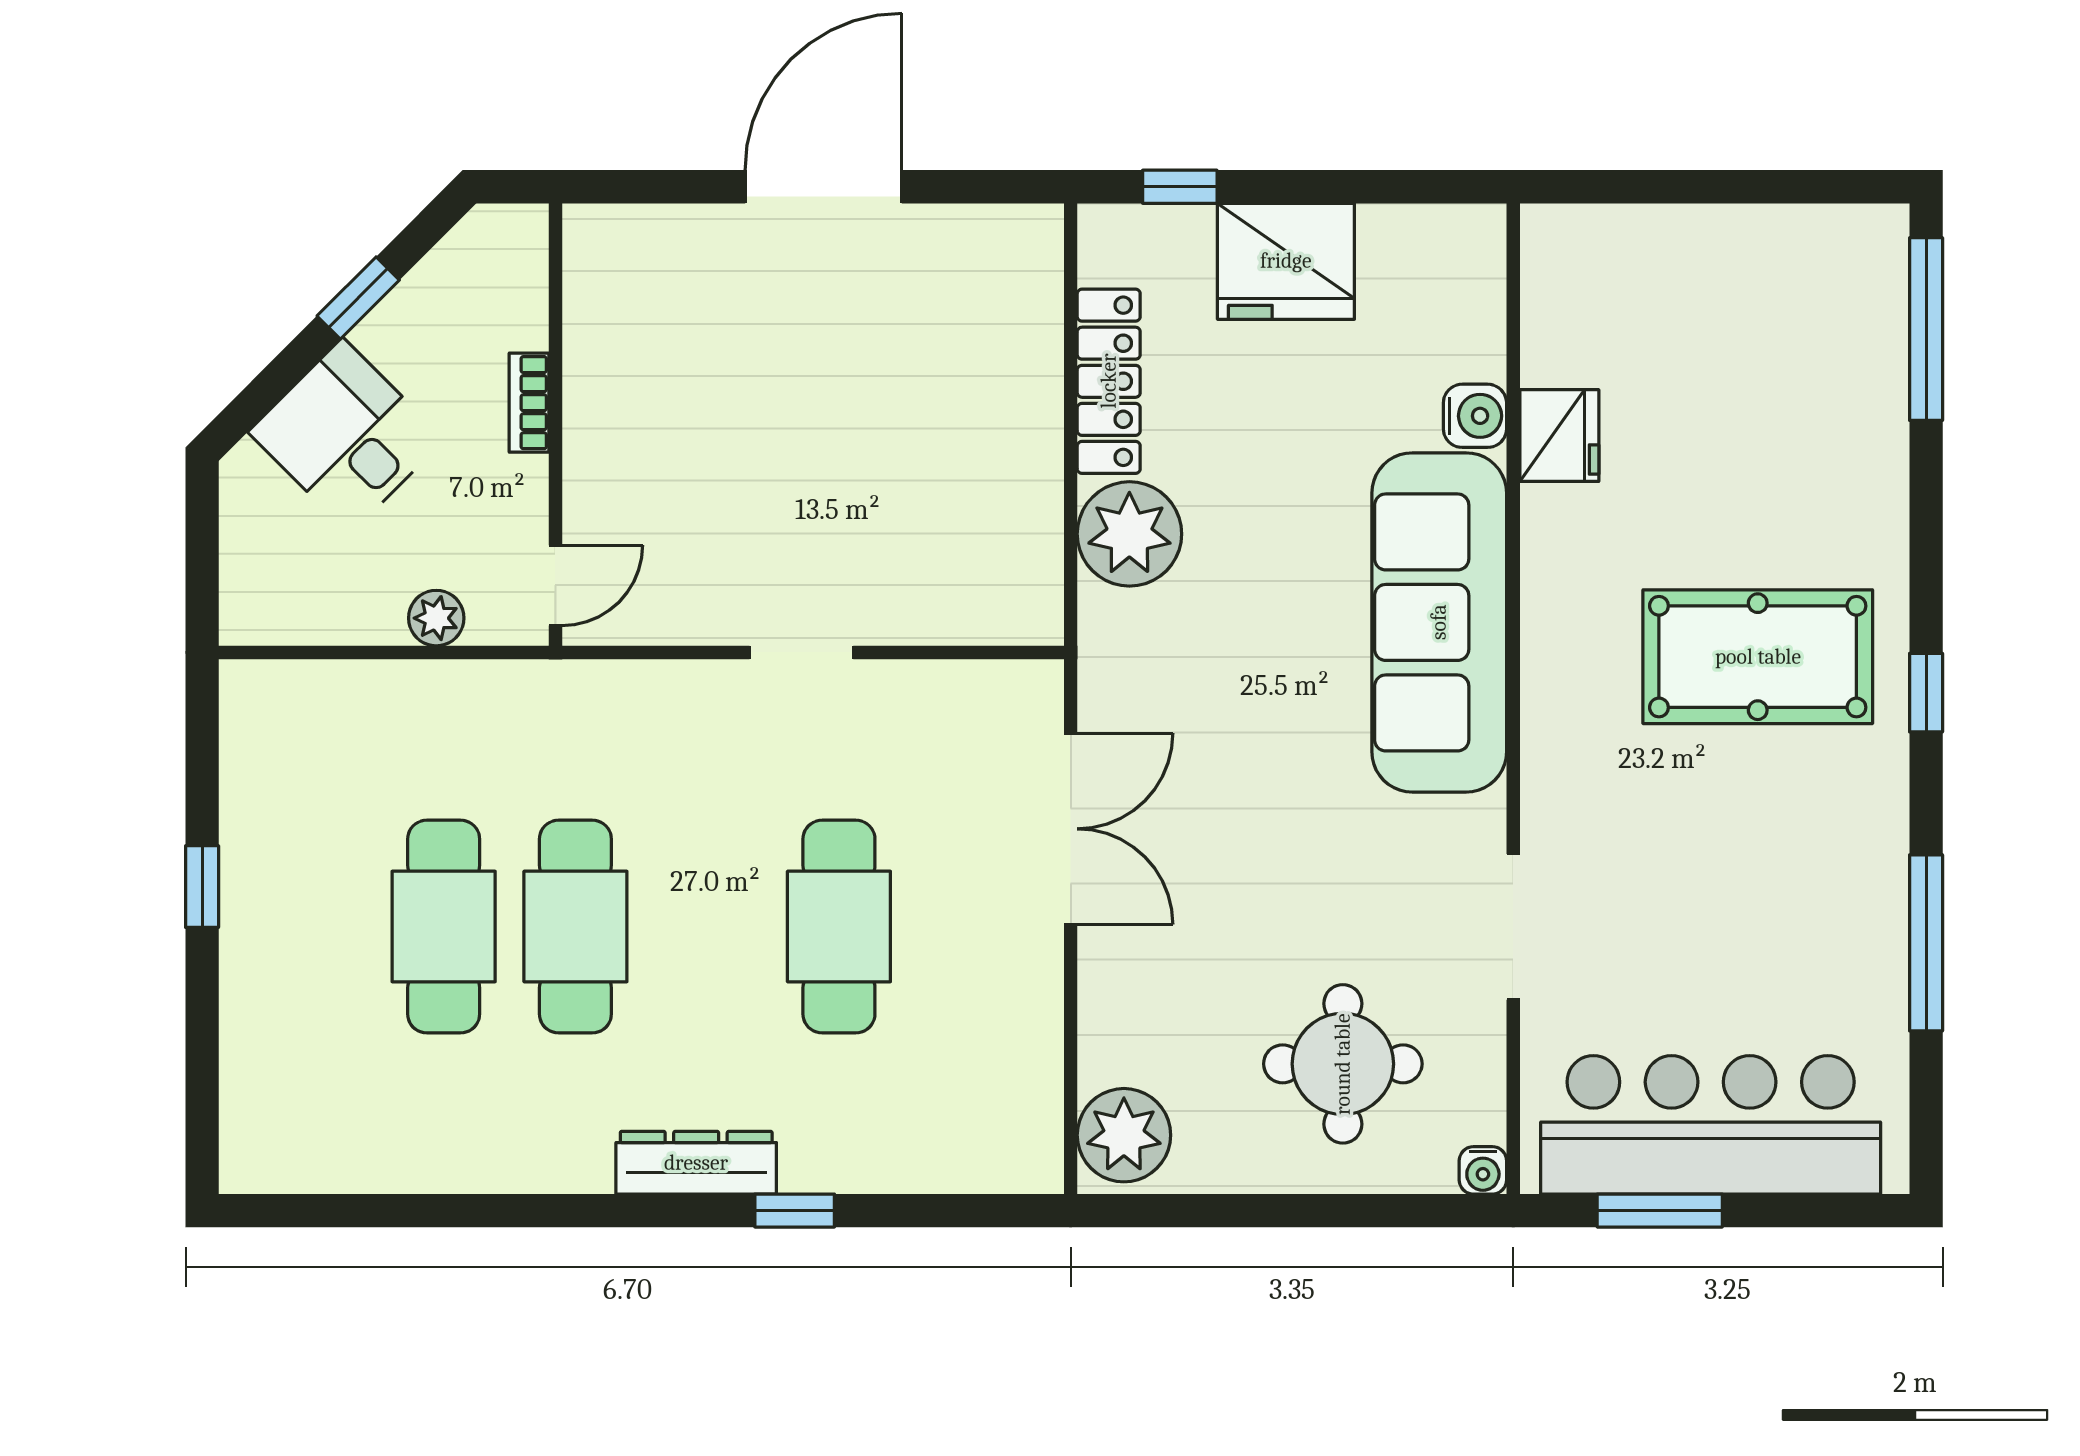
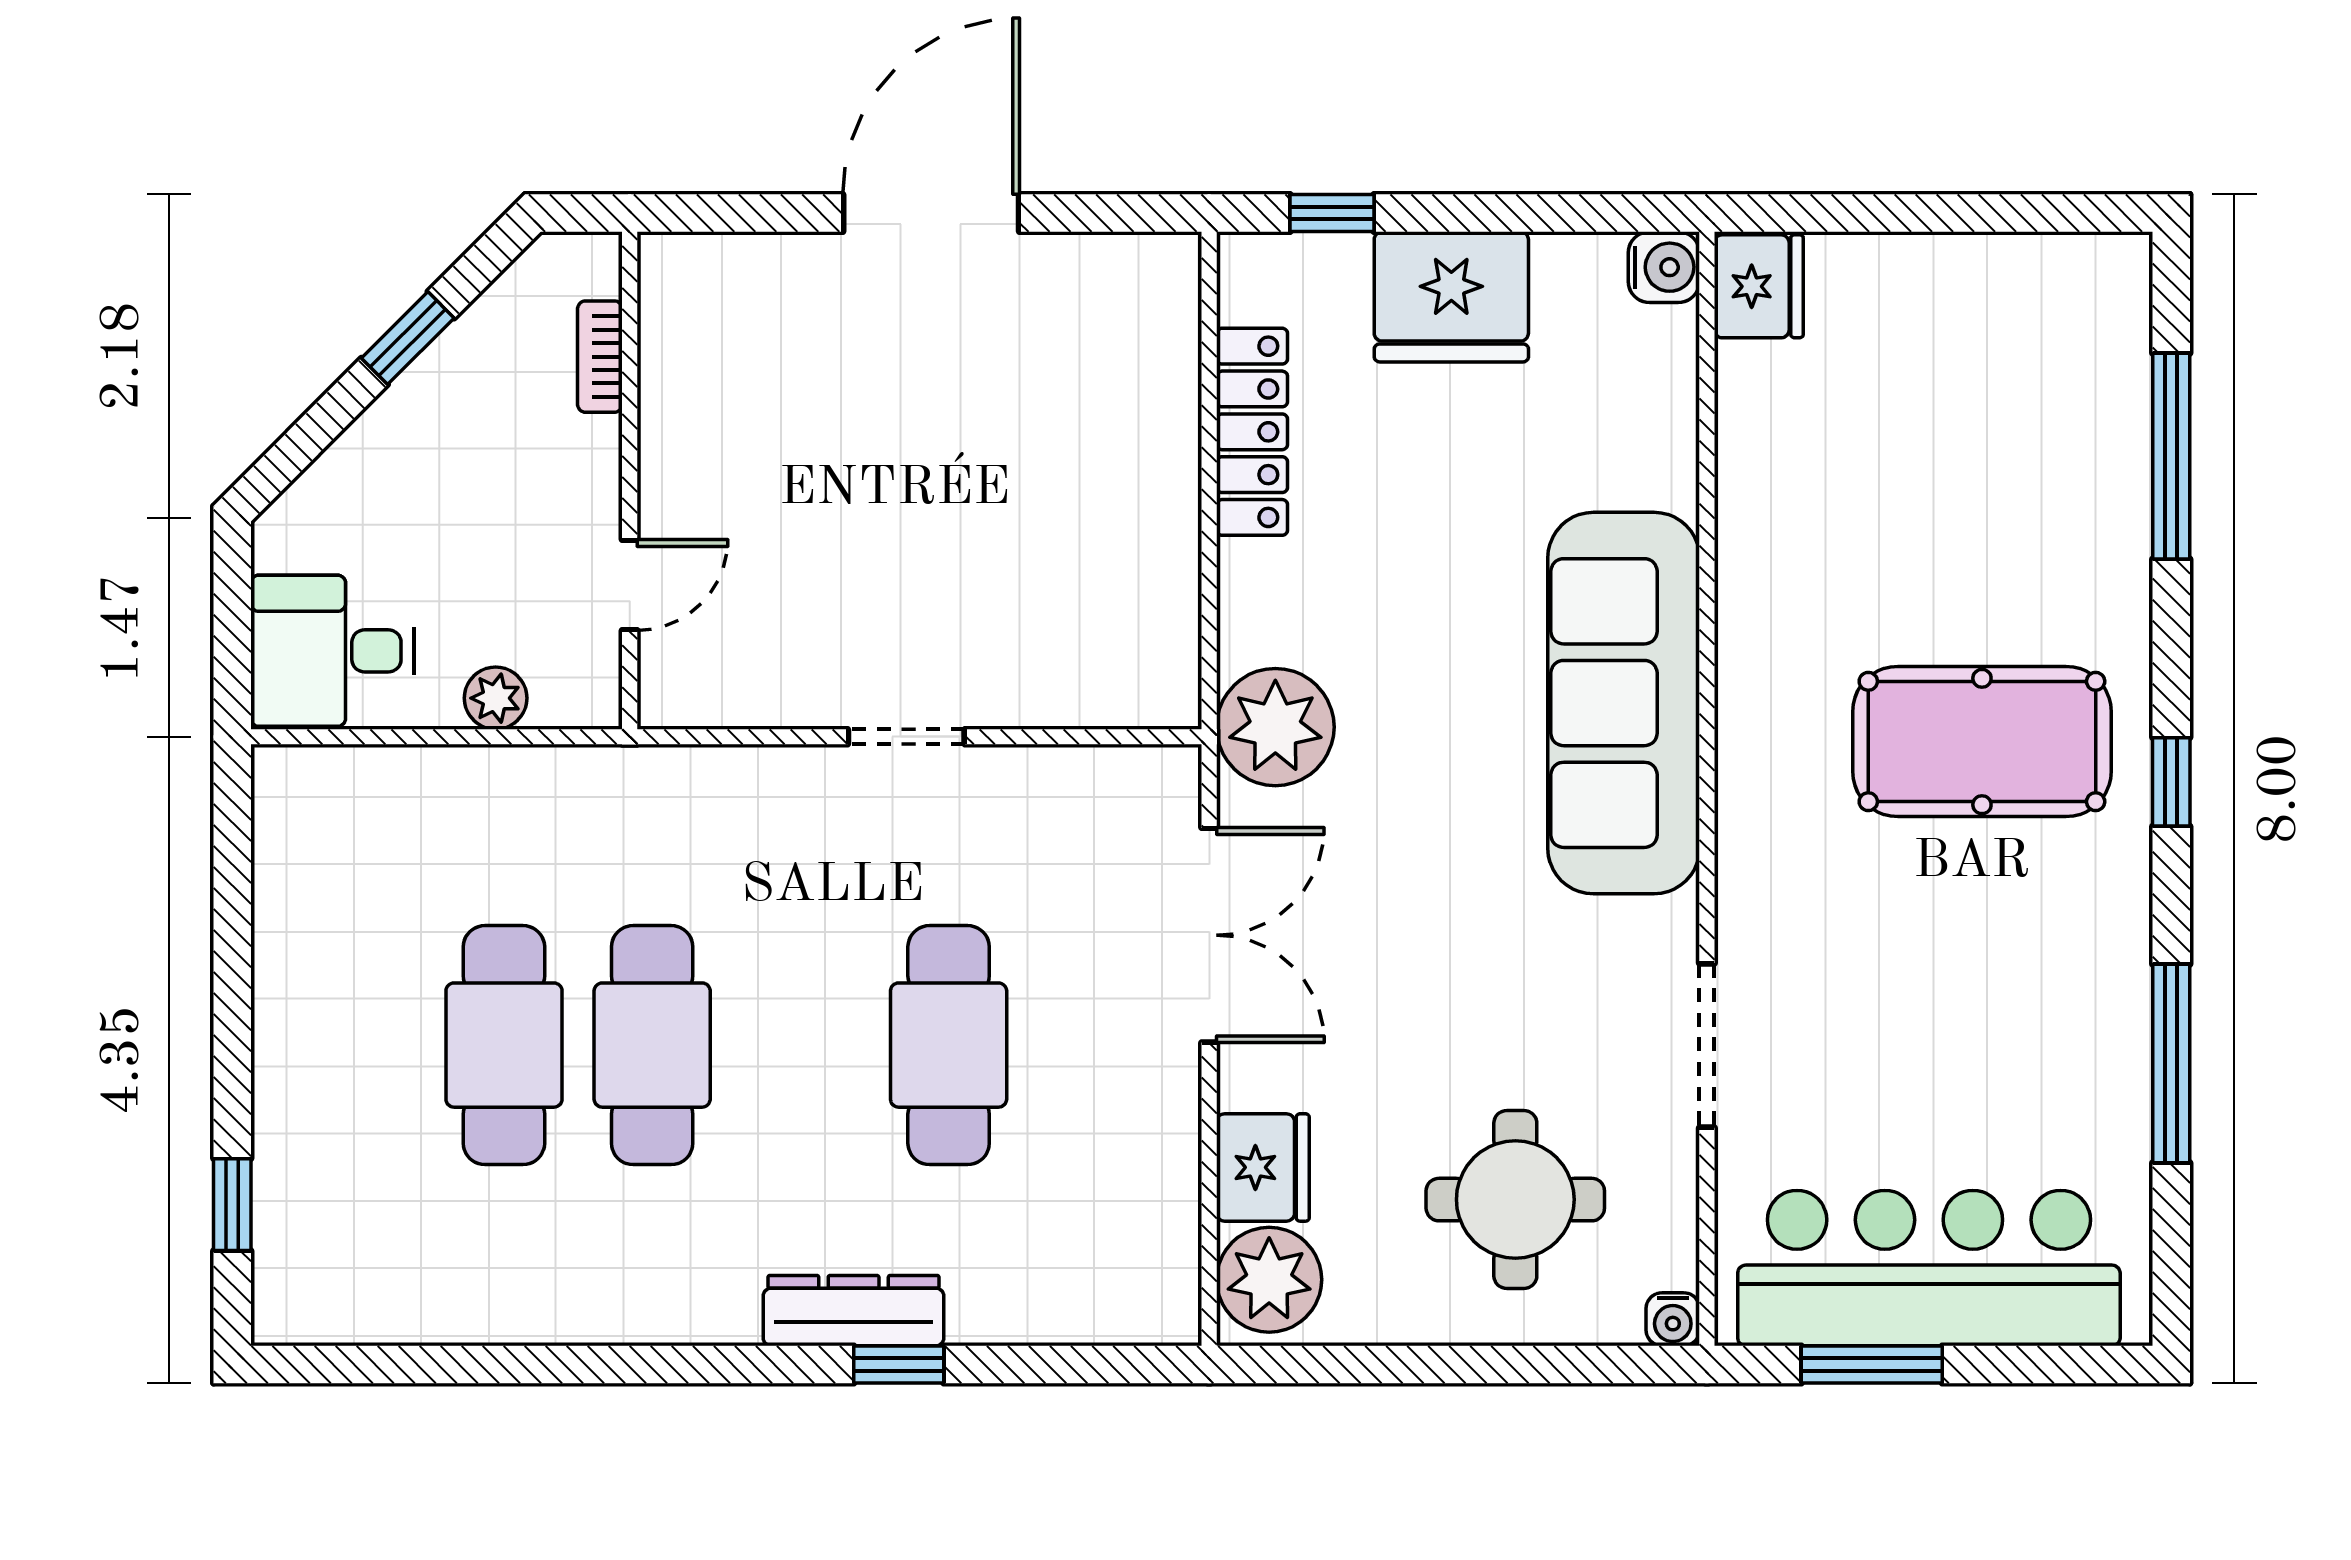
window: (1926, 329) -> (2171, 456), moved
bookcase: (529, 403) -> (600, 357), moved
water cooler: (1475, 416) -> (1664, 267), moved
desk: (346, 436) -> (332, 651), moved, turned -45
fridge: (1559, 436) -> (1759, 286), moved
plant: (1129, 534) -> (1275, 727), moved
door: (555, 585) -> (630, 585), moved
window: (202, 887) -> (232, 1205), moved
fridge: (1118, 1035) -> (1263, 1167), added
dresser: (696, 1163) -> (854, 1311), moved

